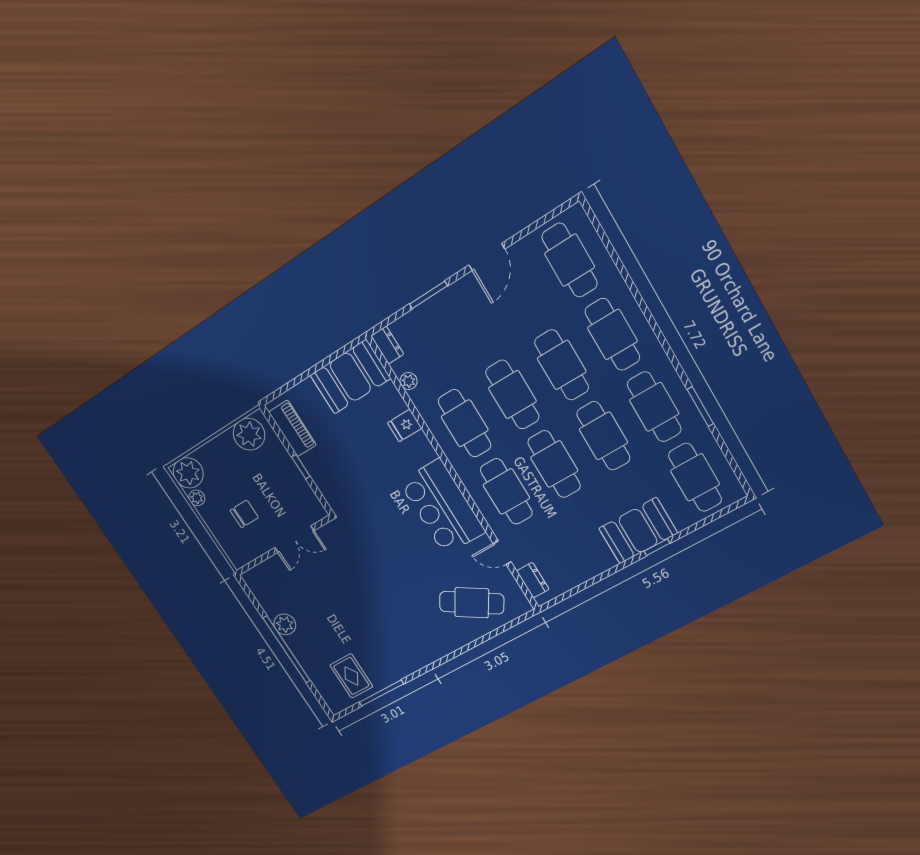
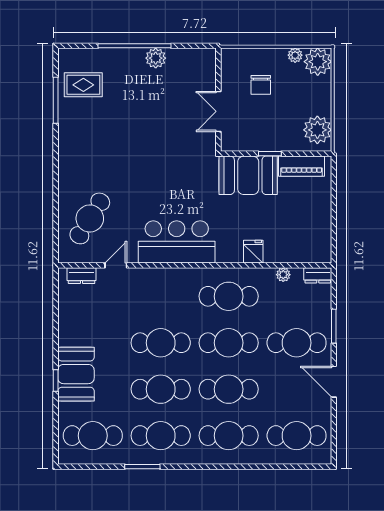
booth: (350, 377) -> (248, 175), moved, turned 90
cafe table: (506, 491) -> (297, 343), moved

